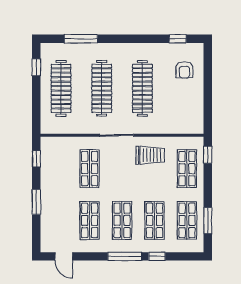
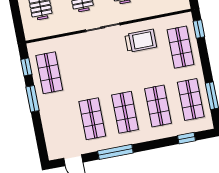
shop shelf: (90, 169) -> (49, 73), moved
window: (36, 202) -> (33, 99), moved
window: (125, 256) -> (115, 152), moved
window: (157, 256) -> (186, 138), moved

